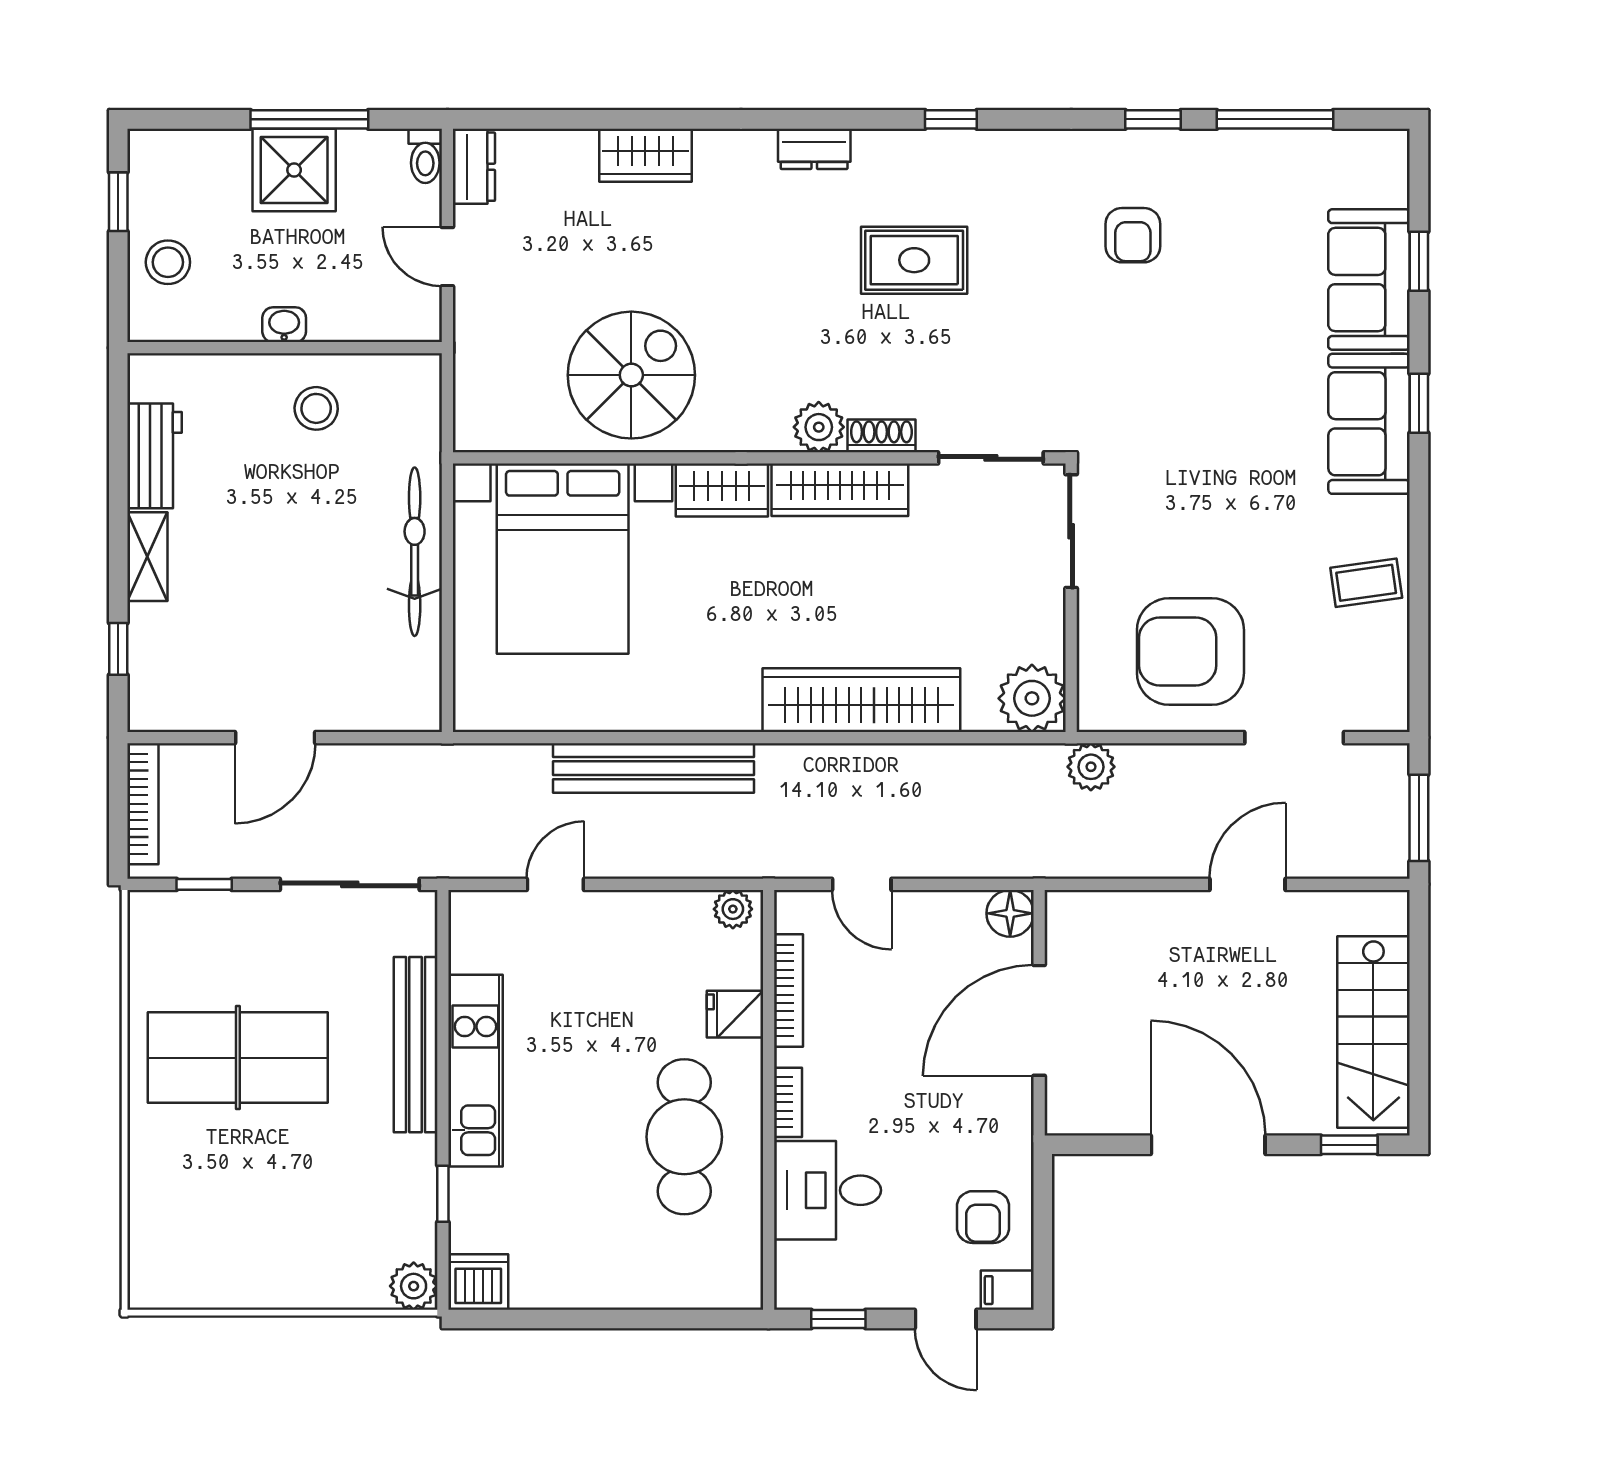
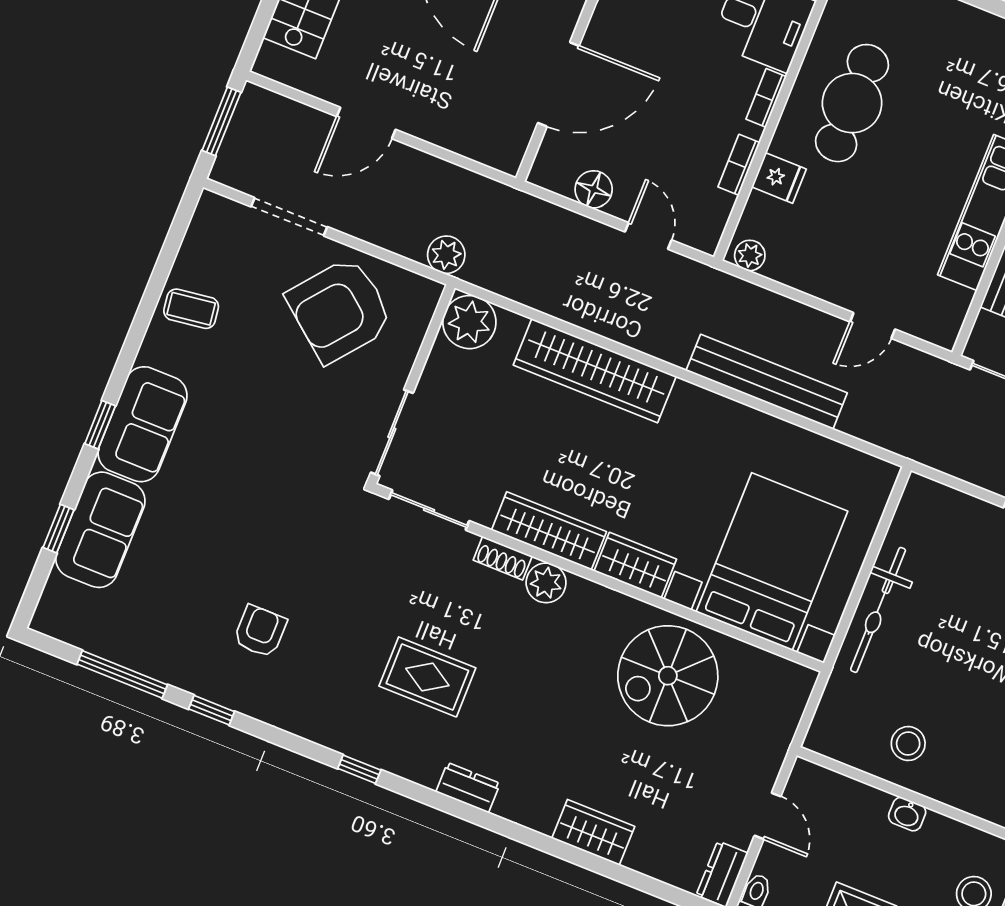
armchair: (1190, 651) -> (340, 310), turned 129
floor lamp: (1010, 913) -> (594, 189), moved
bookcase: (788, 990) -> (739, 165), width x0.64

